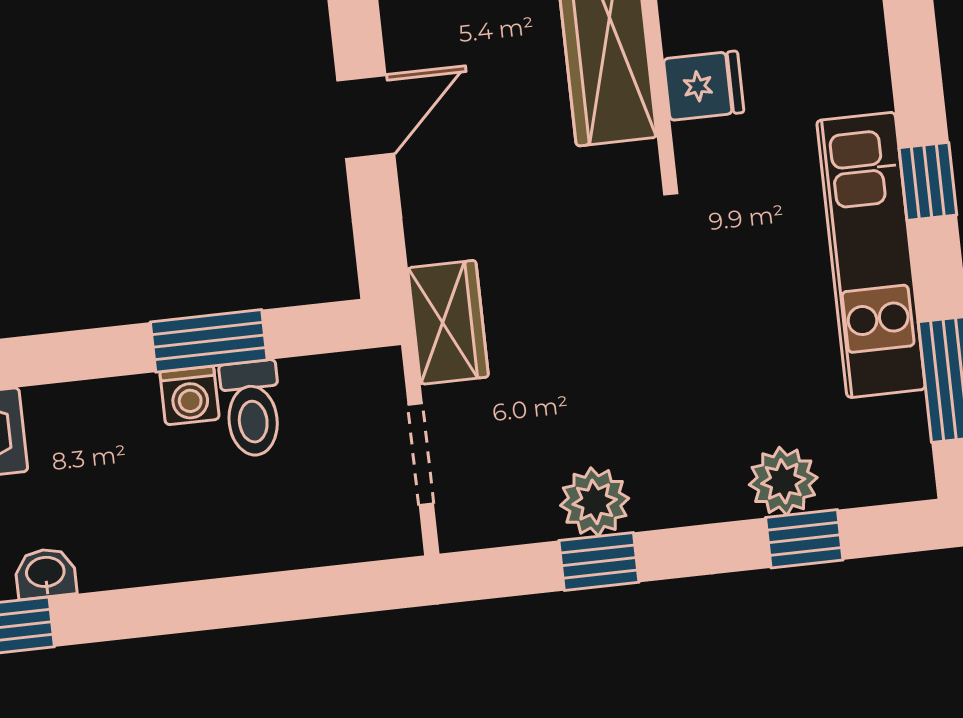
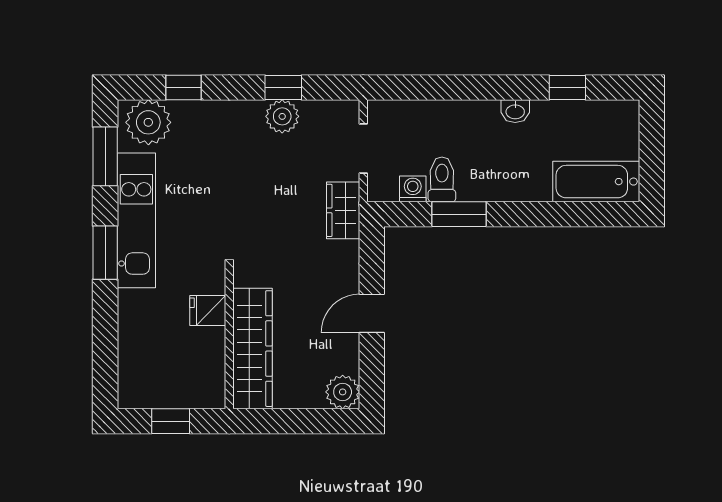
window: (928, 181) -> (105, 253), width x1.50
washing machine: (190, 395) -> (413, 189), moved
plant: (783, 481) -> (148, 122), moved, width x1.36, depth x1.36
washbasin: (46, 573) -> (515, 111), moved

